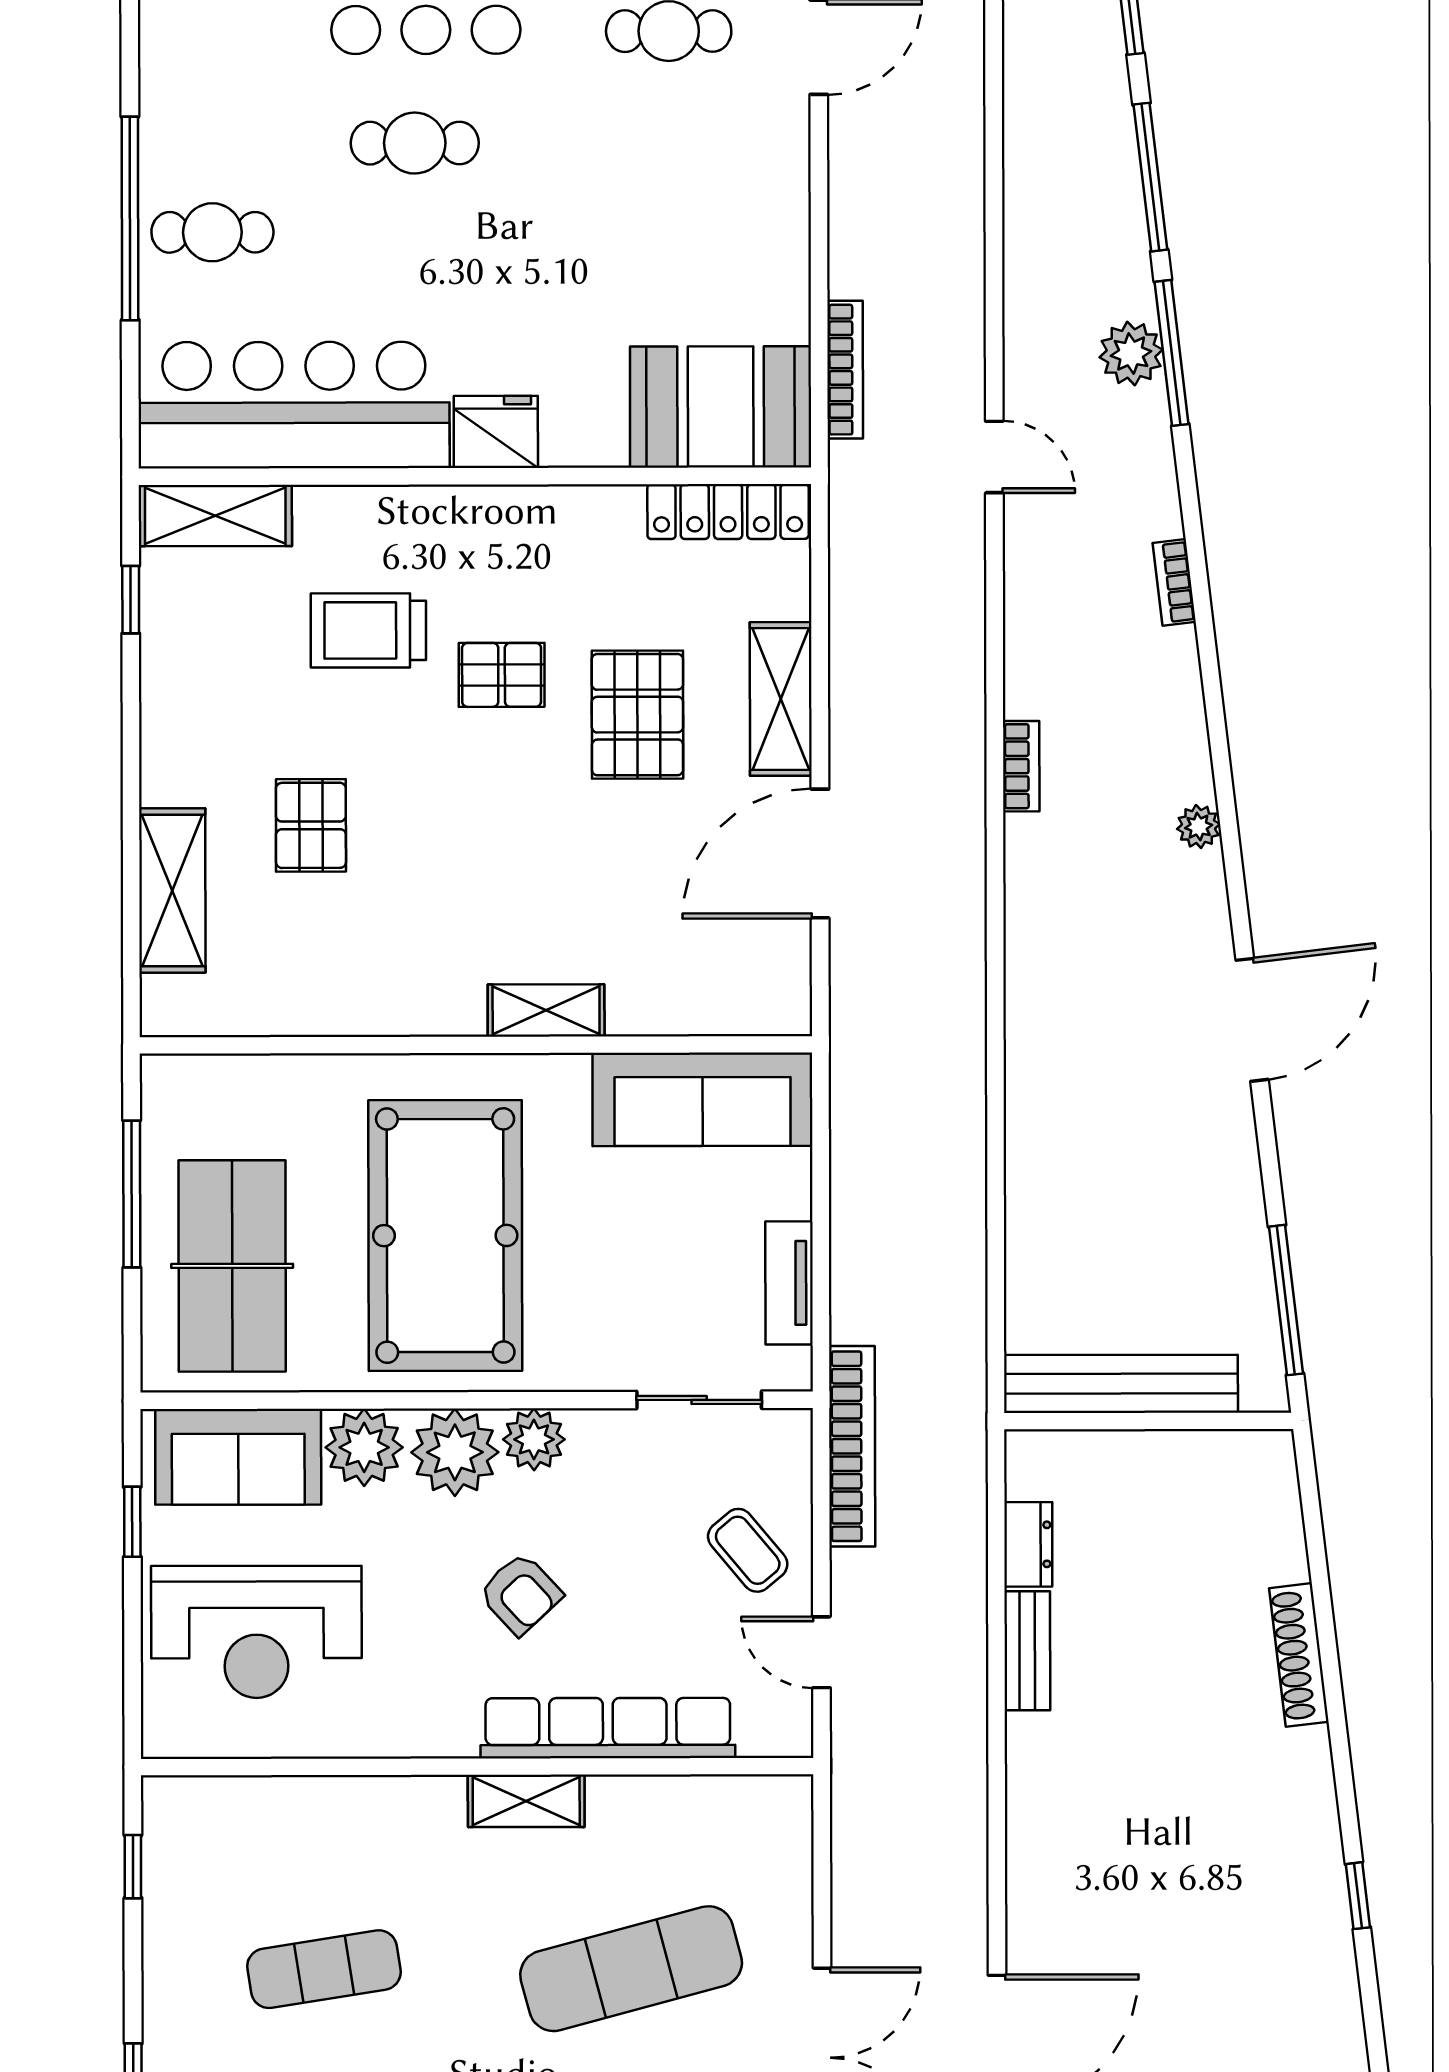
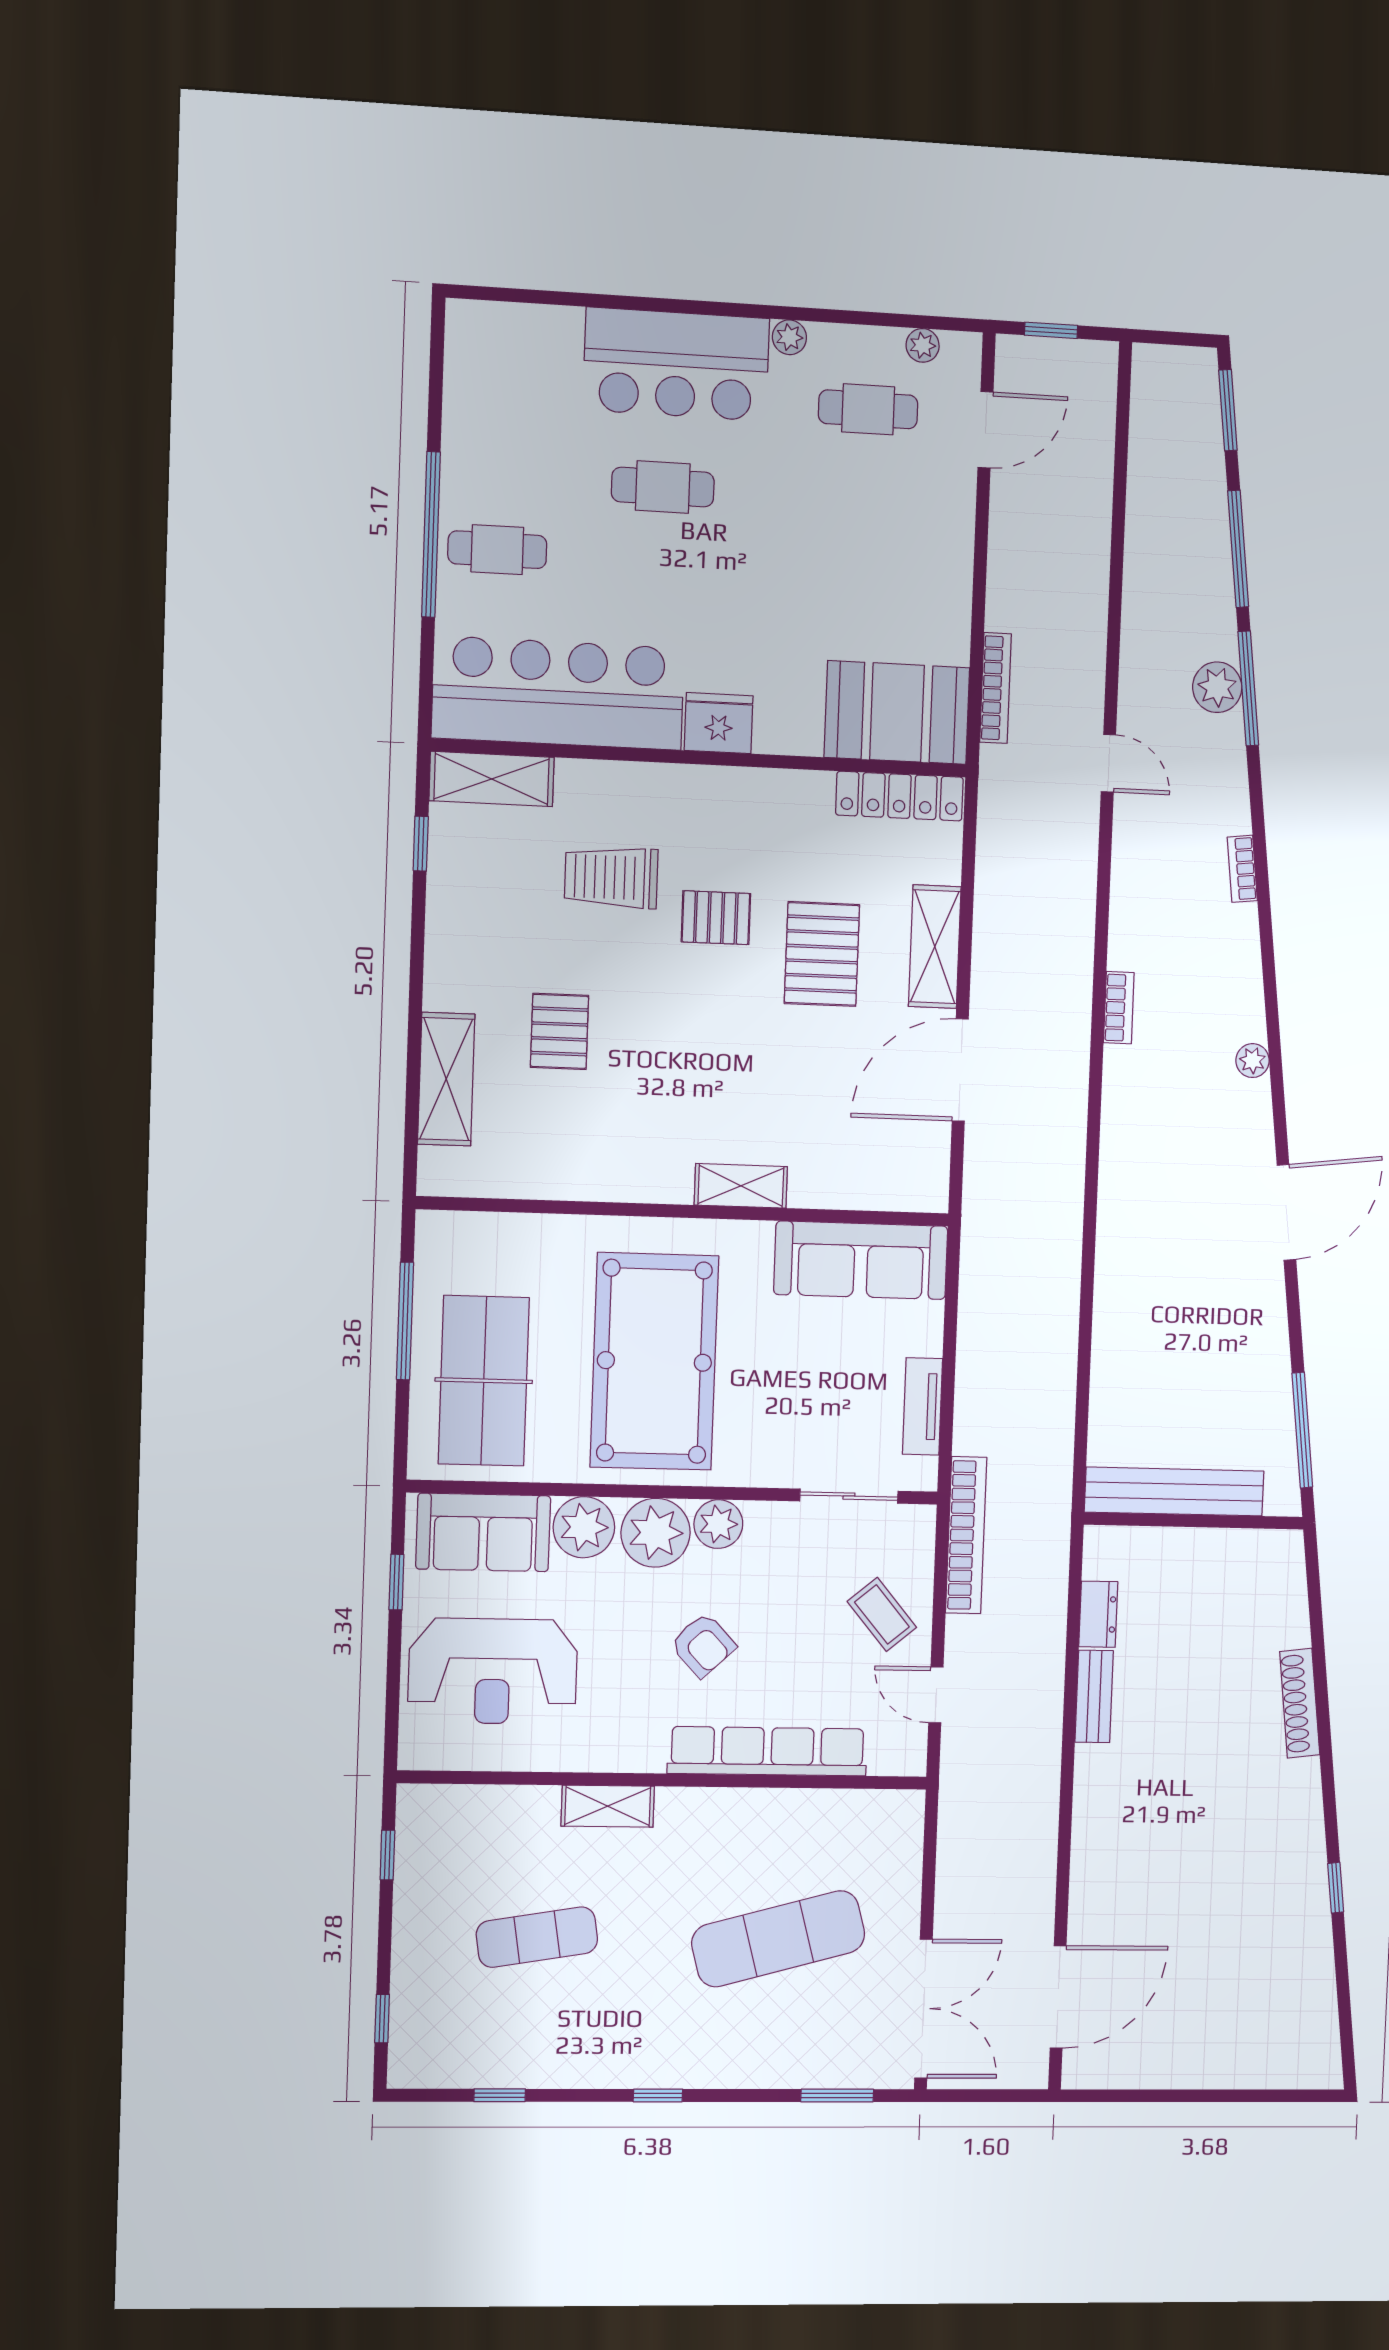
shelving: (526, 1801) -> (608, 1806), moved

